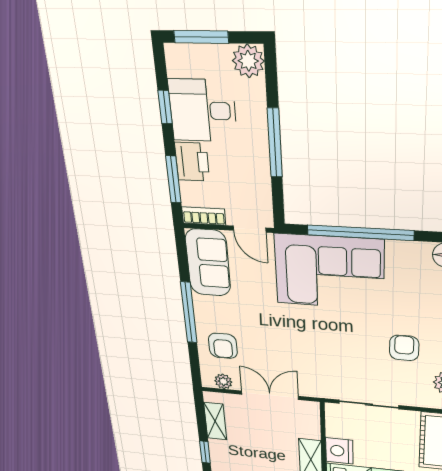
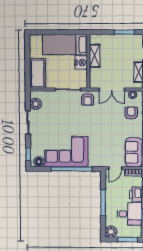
door: (250, 229) -> (115, 168), swing flipped
corner sofa: (329, 272) -> (66, 152), moved
armchair: (404, 348) -> (88, 99), moved

